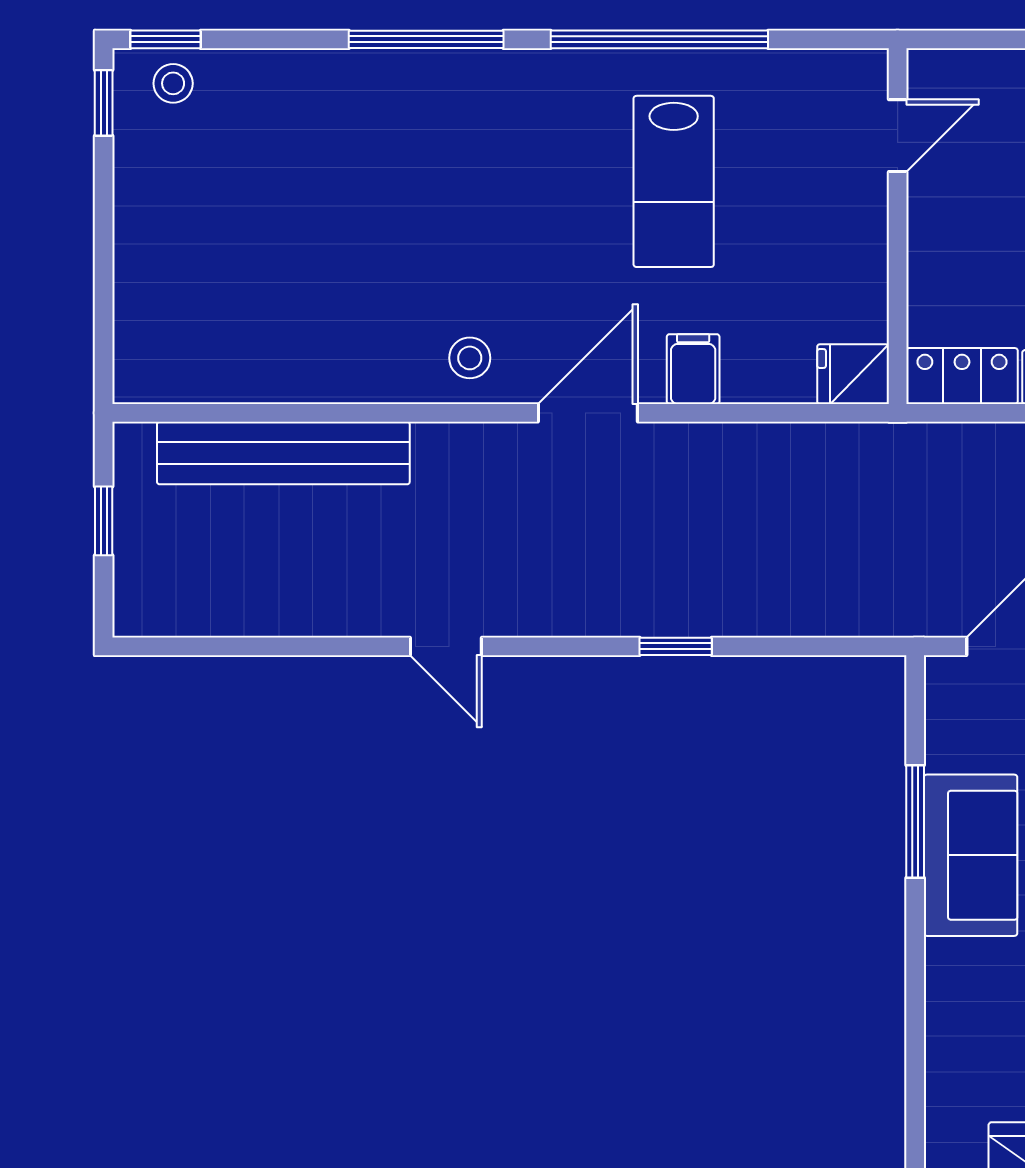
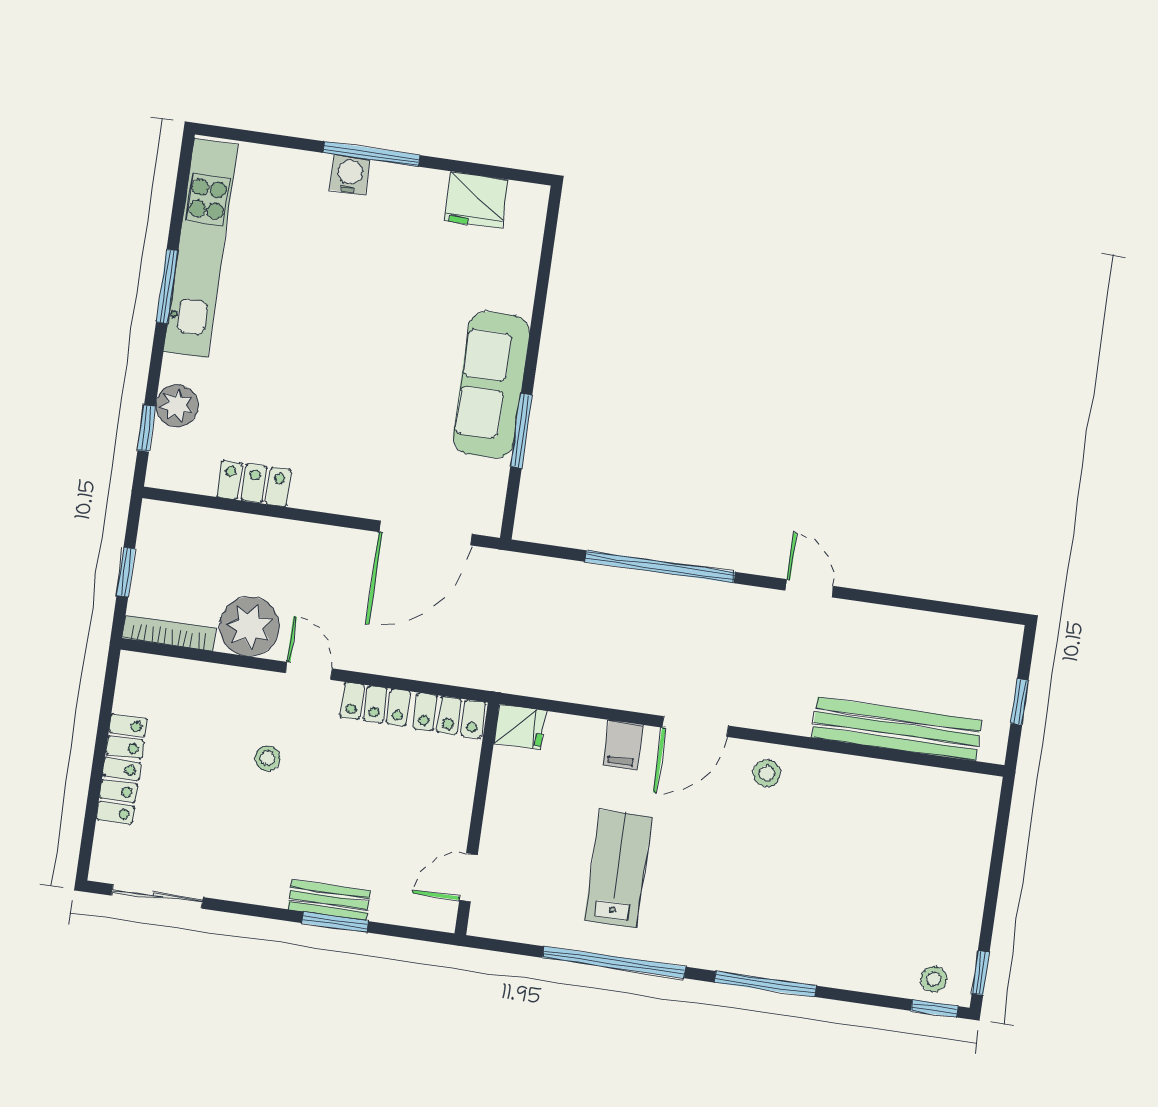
window: (676, 646) -> (660, 567), width x3.17
sofa: (971, 855) -> (491, 385), width x1.36

